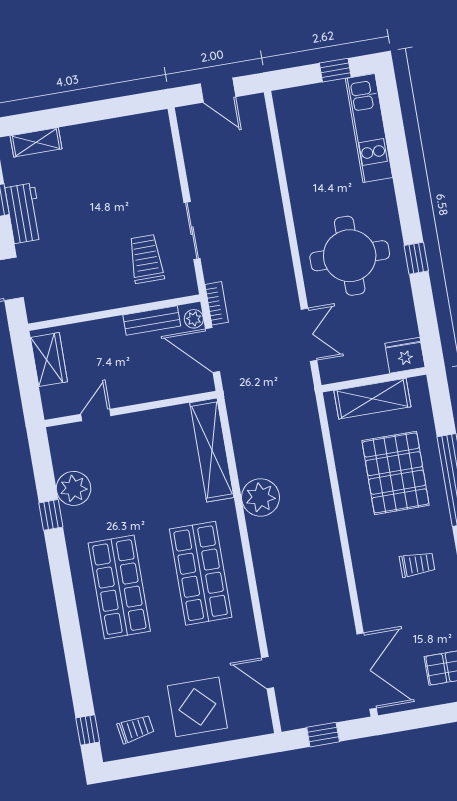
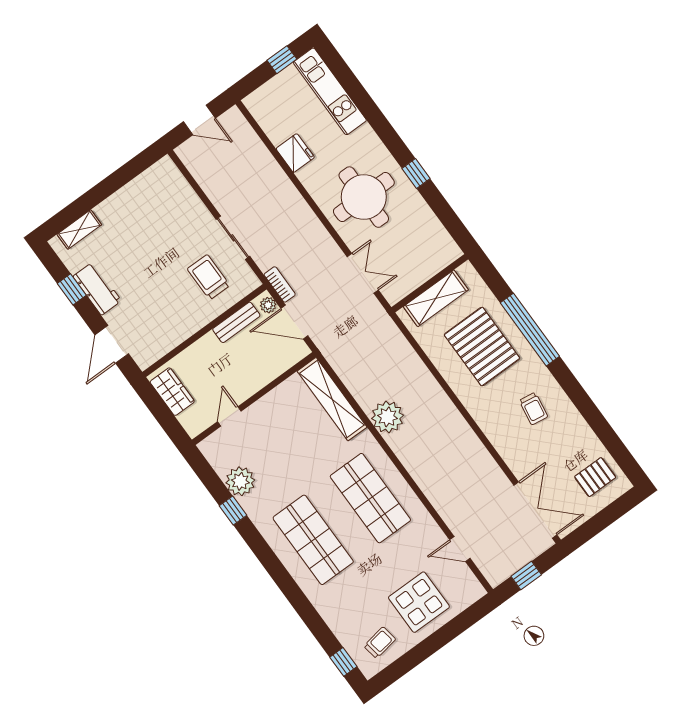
fridge: (405, 355) -> (295, 153), moved, turned 90
trolley: (417, 564) -> (533, 409), turned 99

